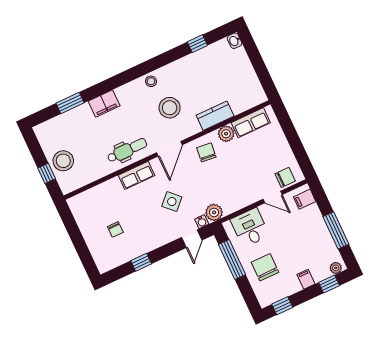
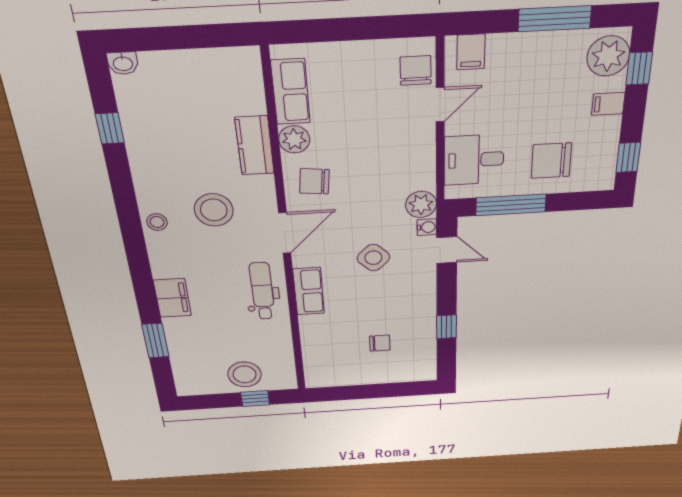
door: (169, 149) -> (285, 233), hinge flipped
plant: (336, 268) -> (608, 56), width x1.88, depth x1.88

